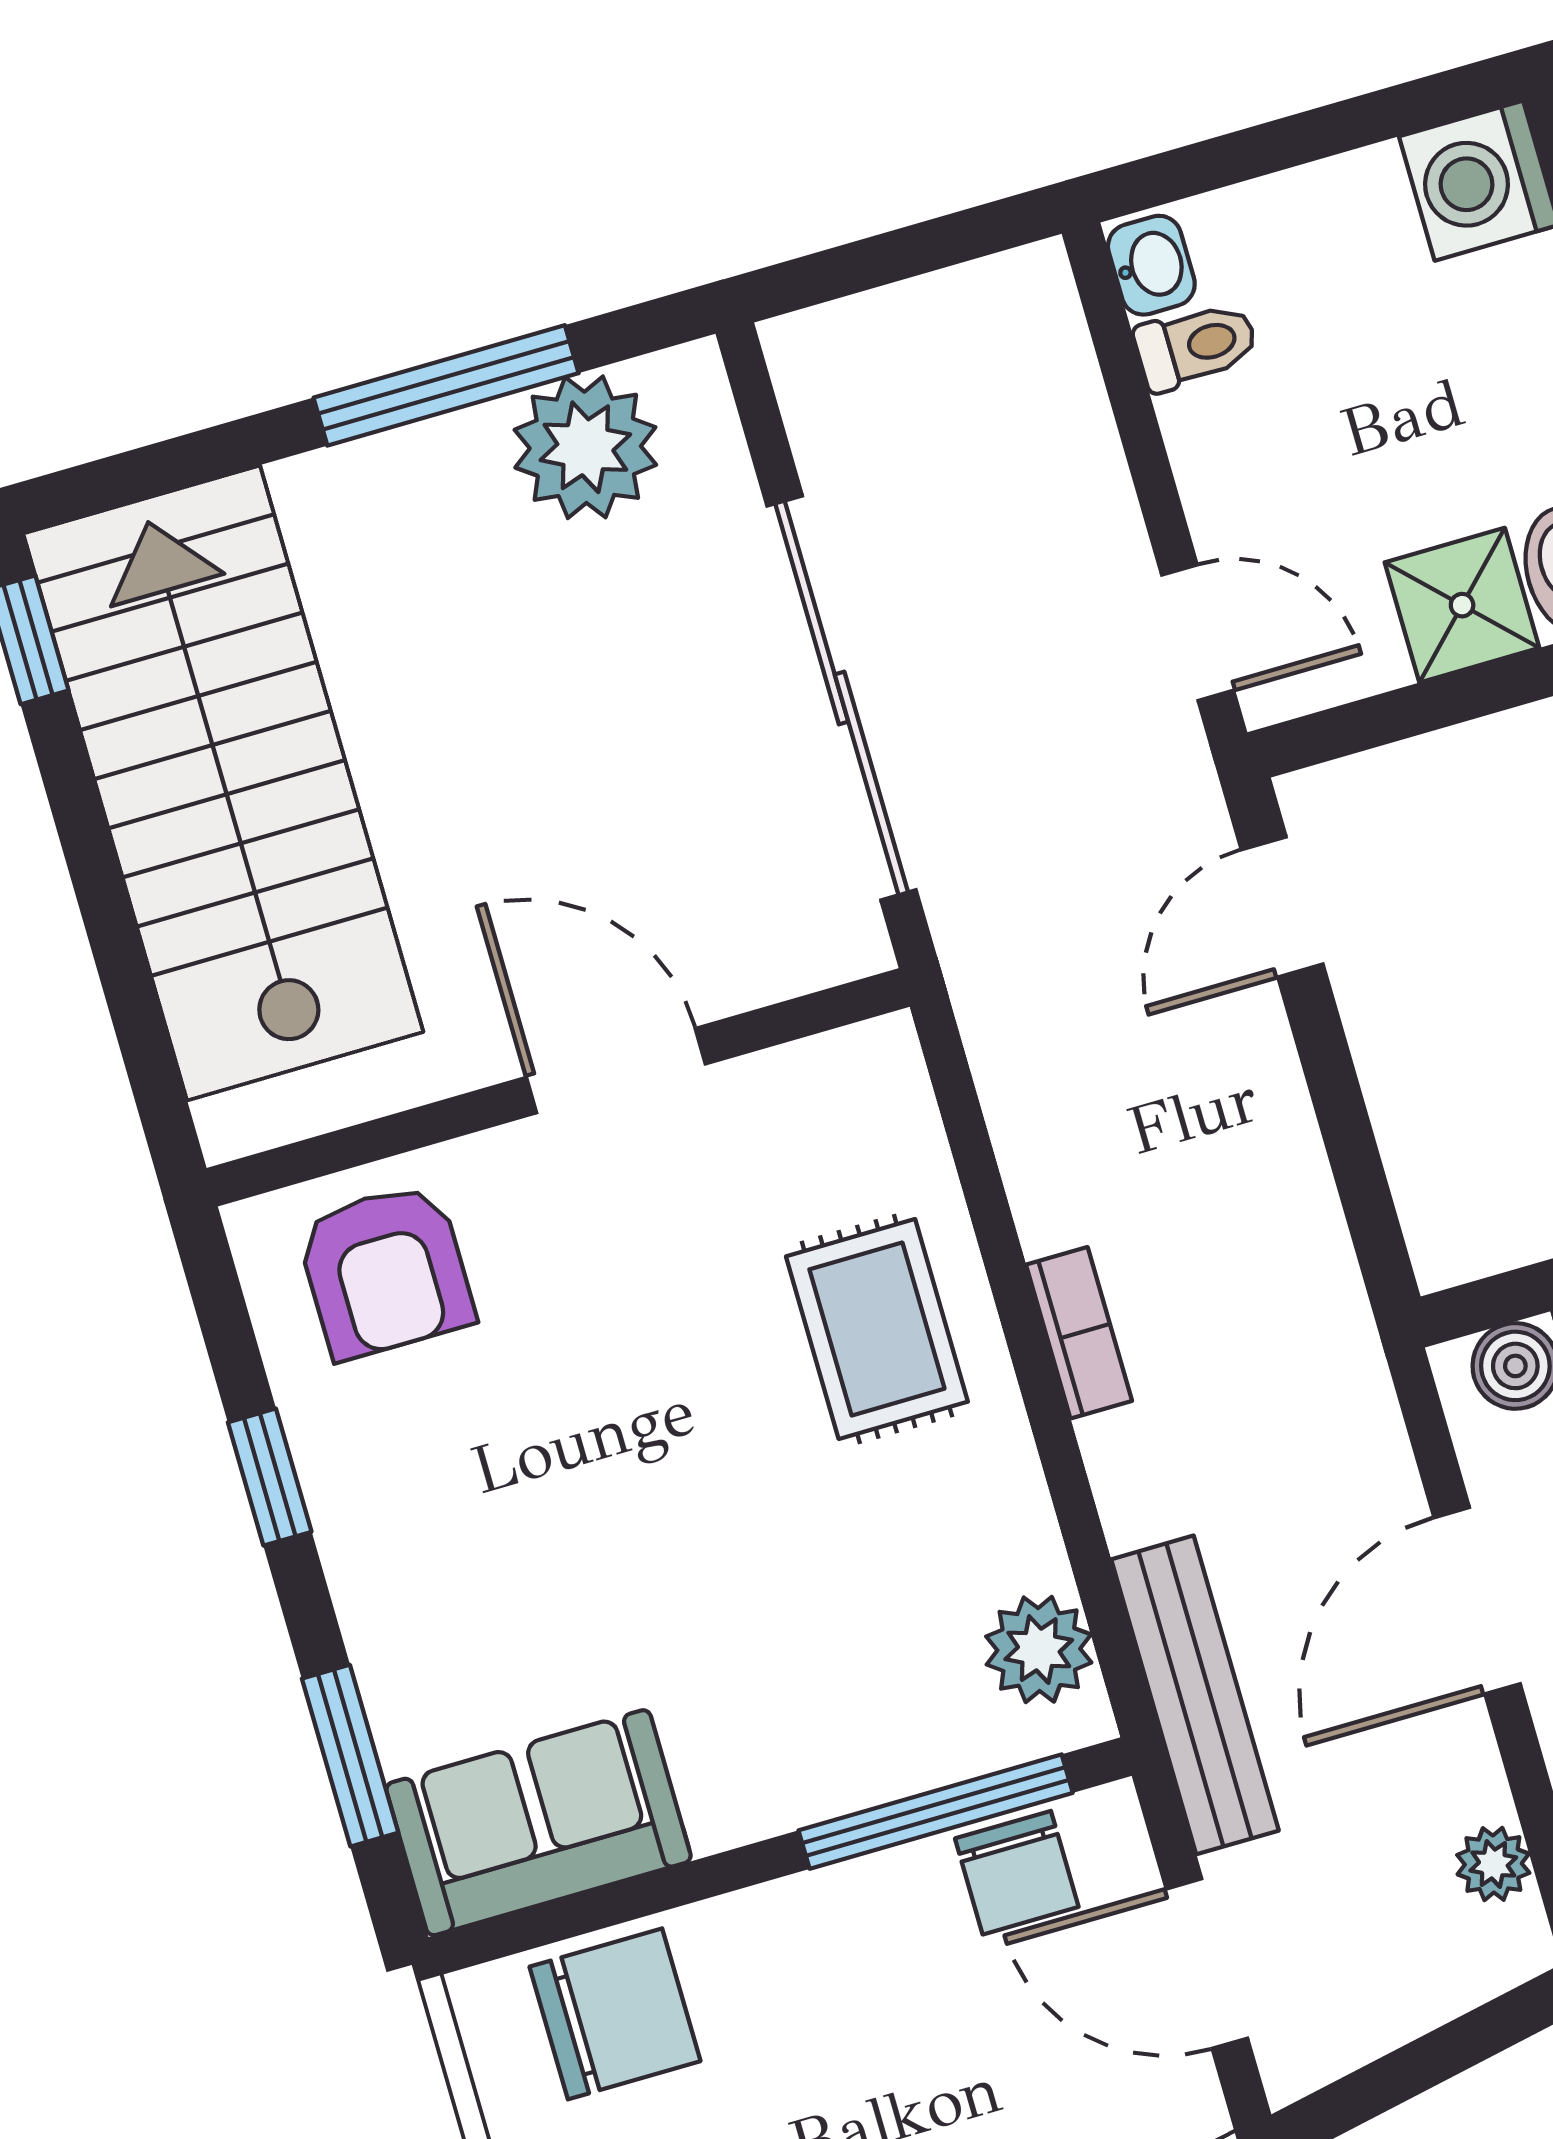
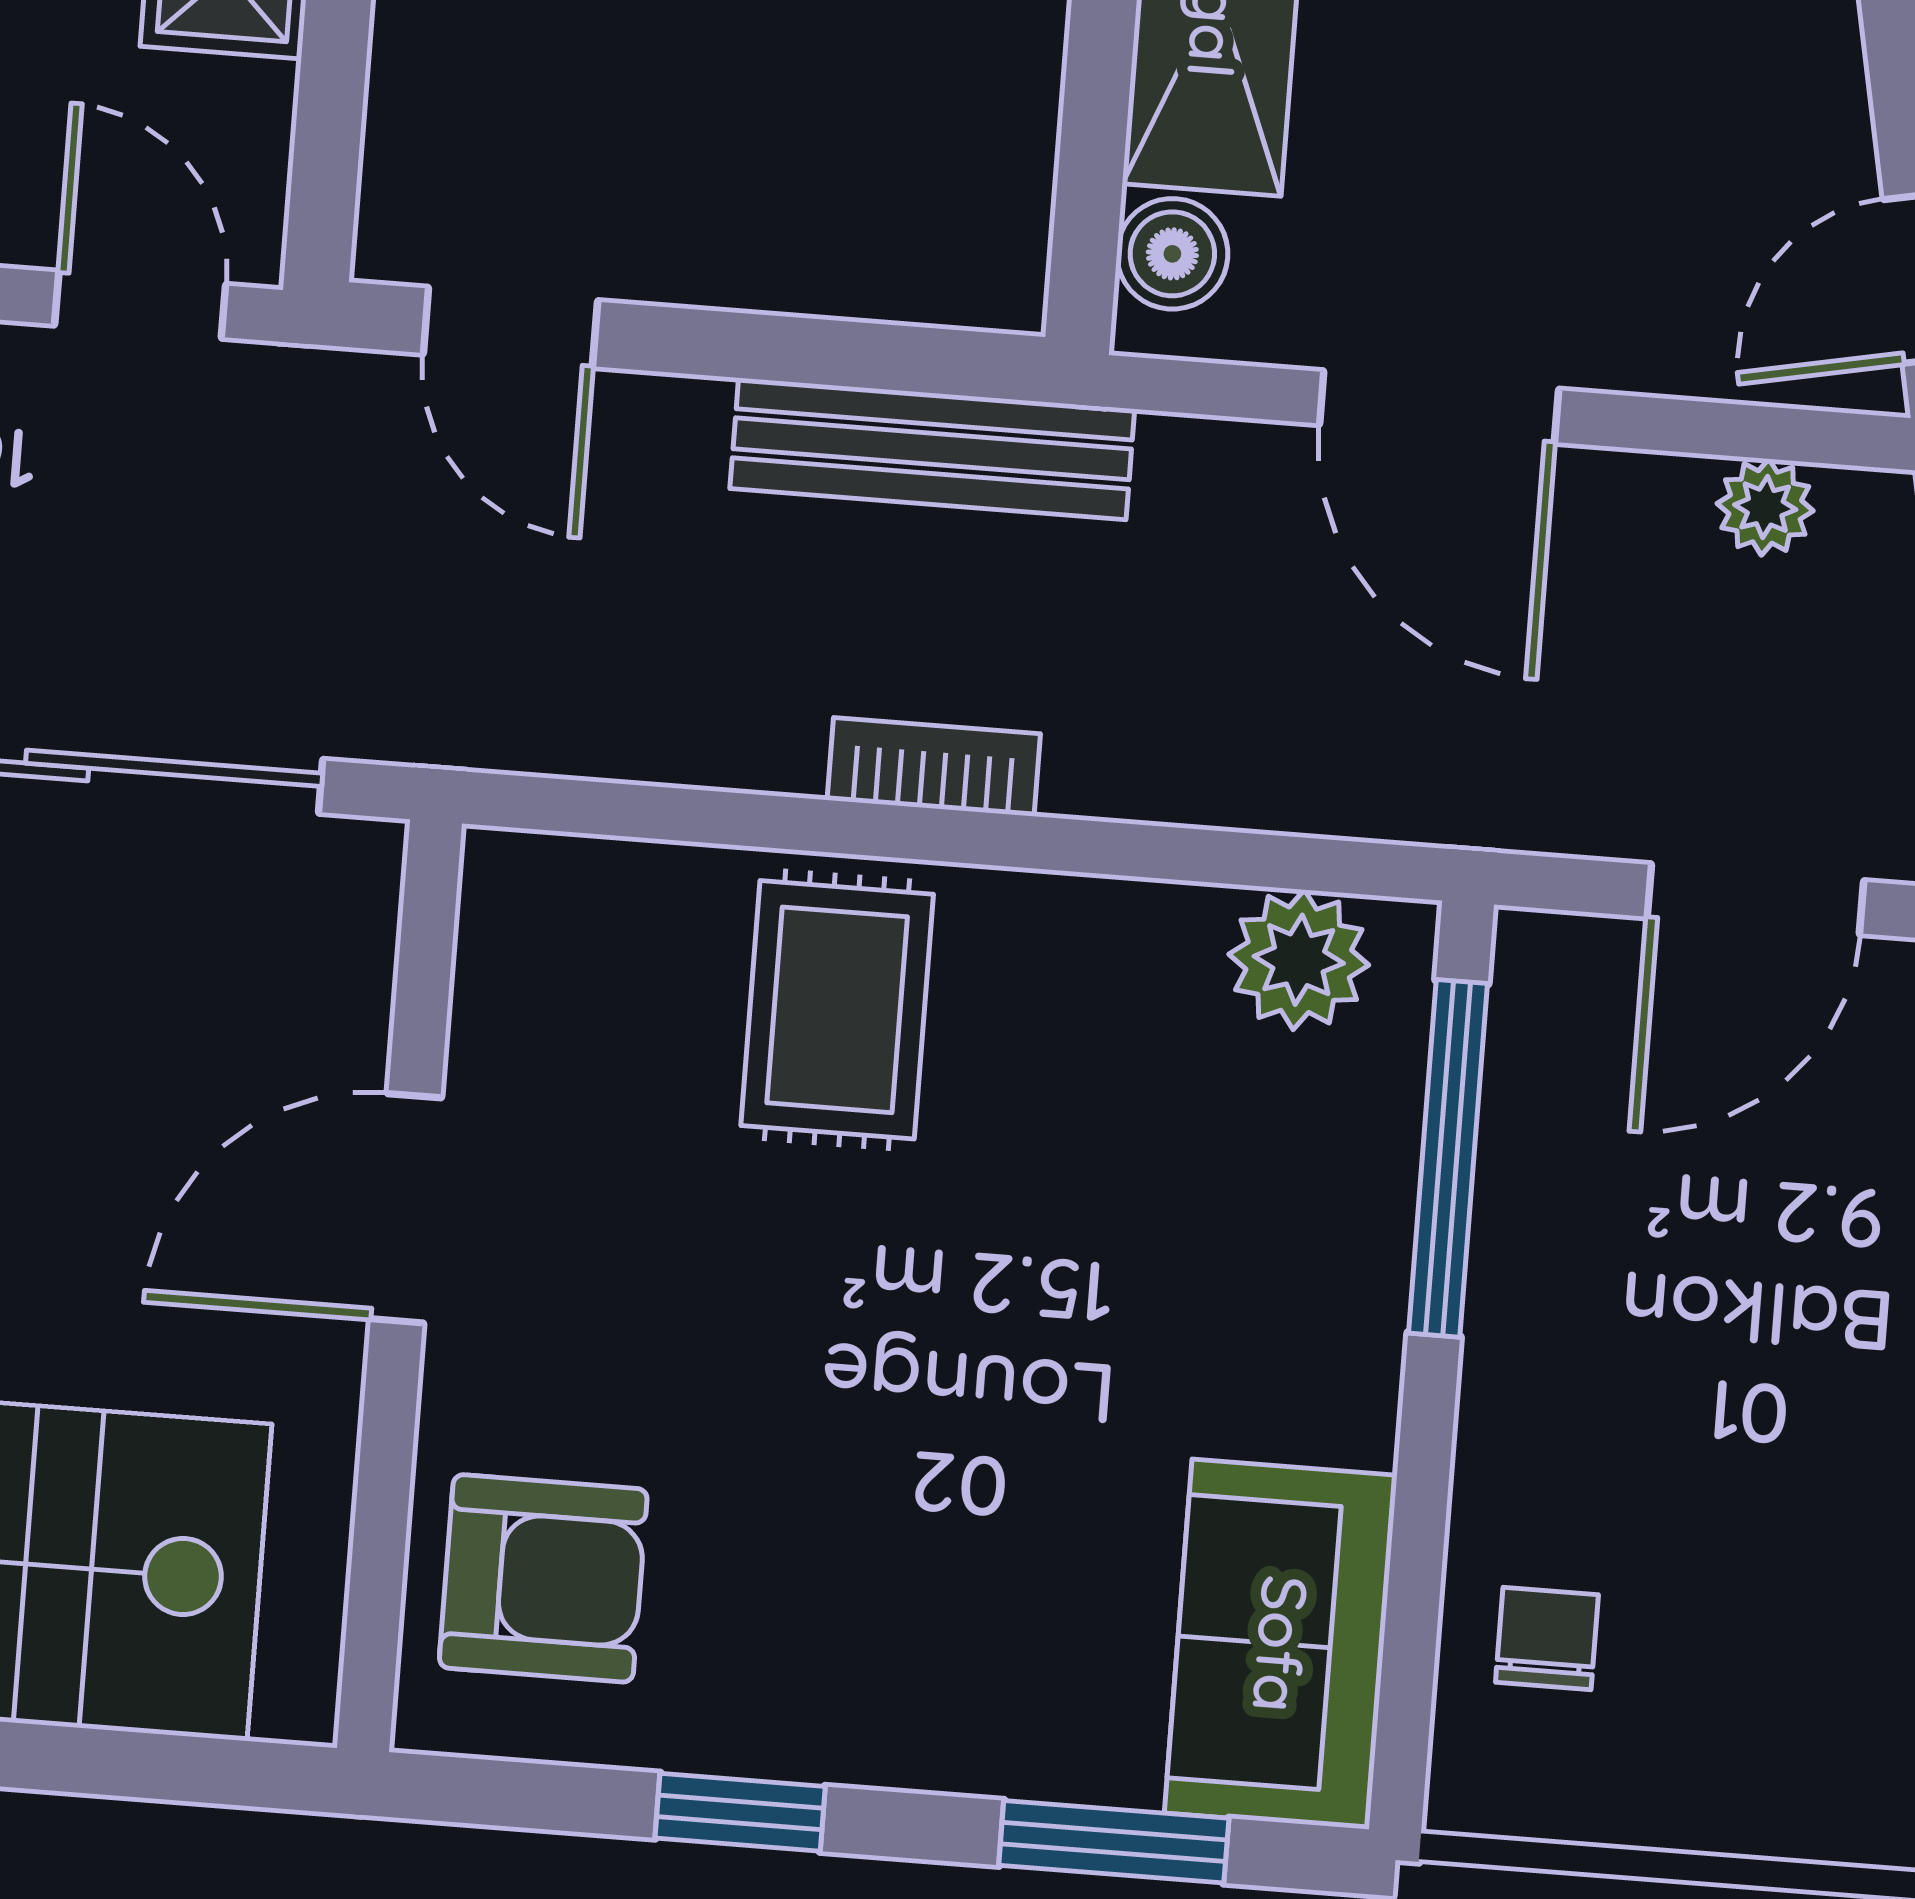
door: (1198, 633) -> (140, 305), hinge flipped
rug: (877, 1329) -> (837, 1010), turned 90
bench: (1195, 1695) -> (932, 449), moved
chair: (1017, 1873) -> (1559, 1088), removed
chair: (615, 2014) -> (1547, 1639), width x0.54, depth x0.54

